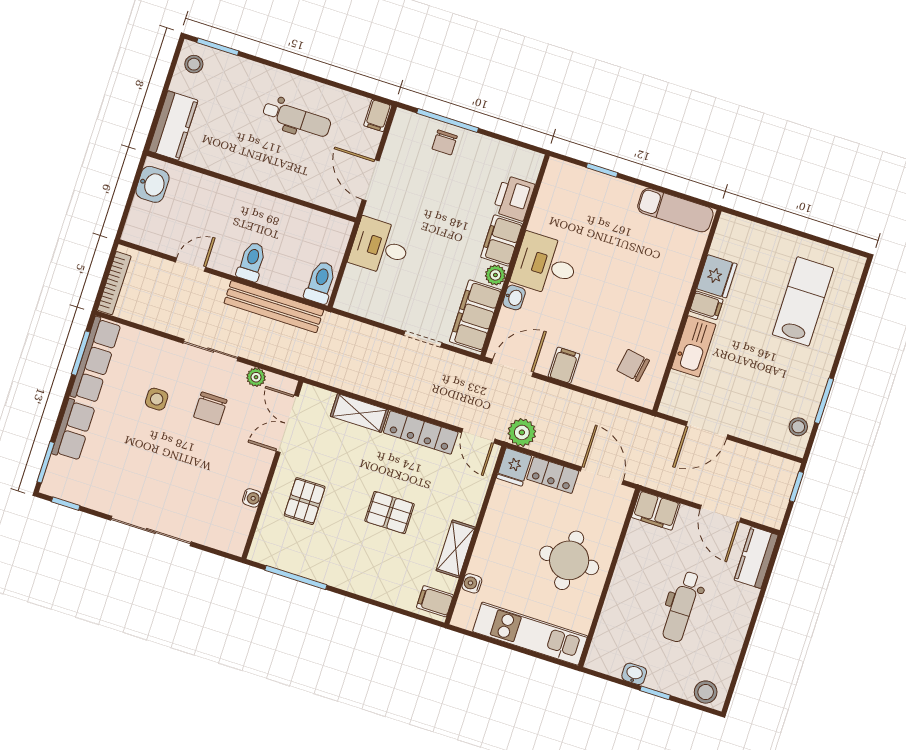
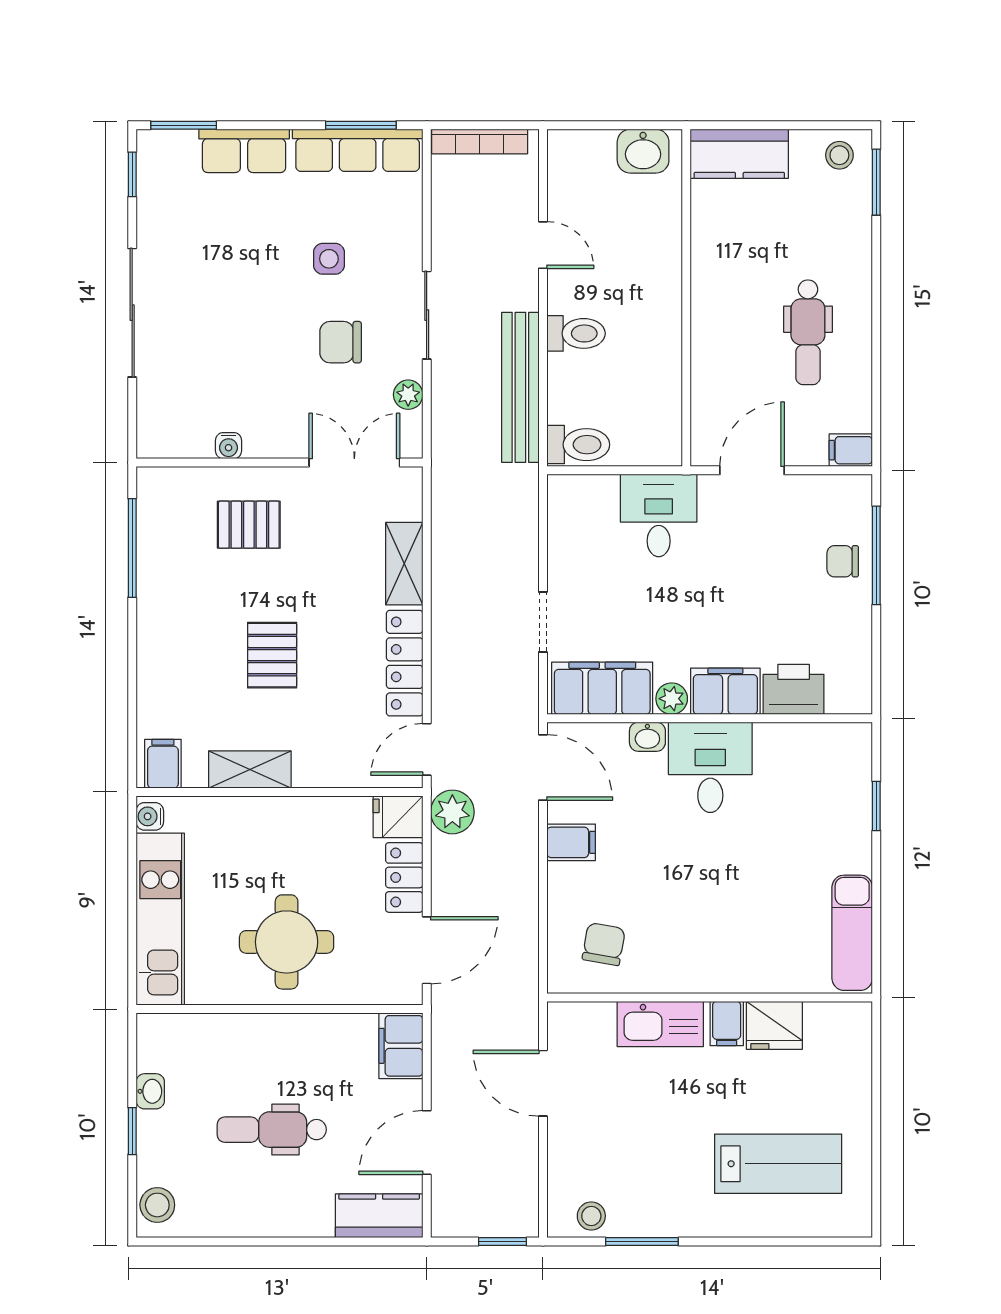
water cooler: (472, 583) -> (150, 816), moved, turned -90

